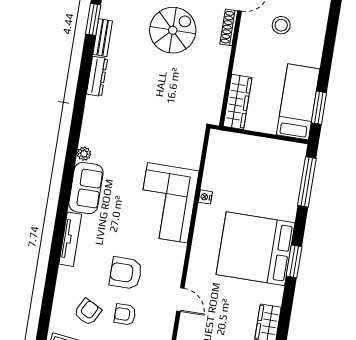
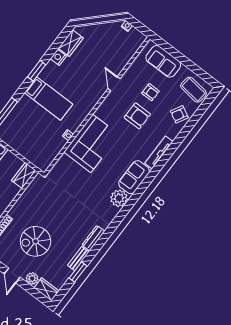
wardrobe: (237, 102) -> (24, 176), width x0.67
plant: (84, 154) -> (119, 198), width x1.87, depth x1.87
bed: (256, 249) -> (49, 98), width x0.49
nightstand: (274, 295) -> (58, 57), added
armchair: (88, 312) -> (179, 114), moved

